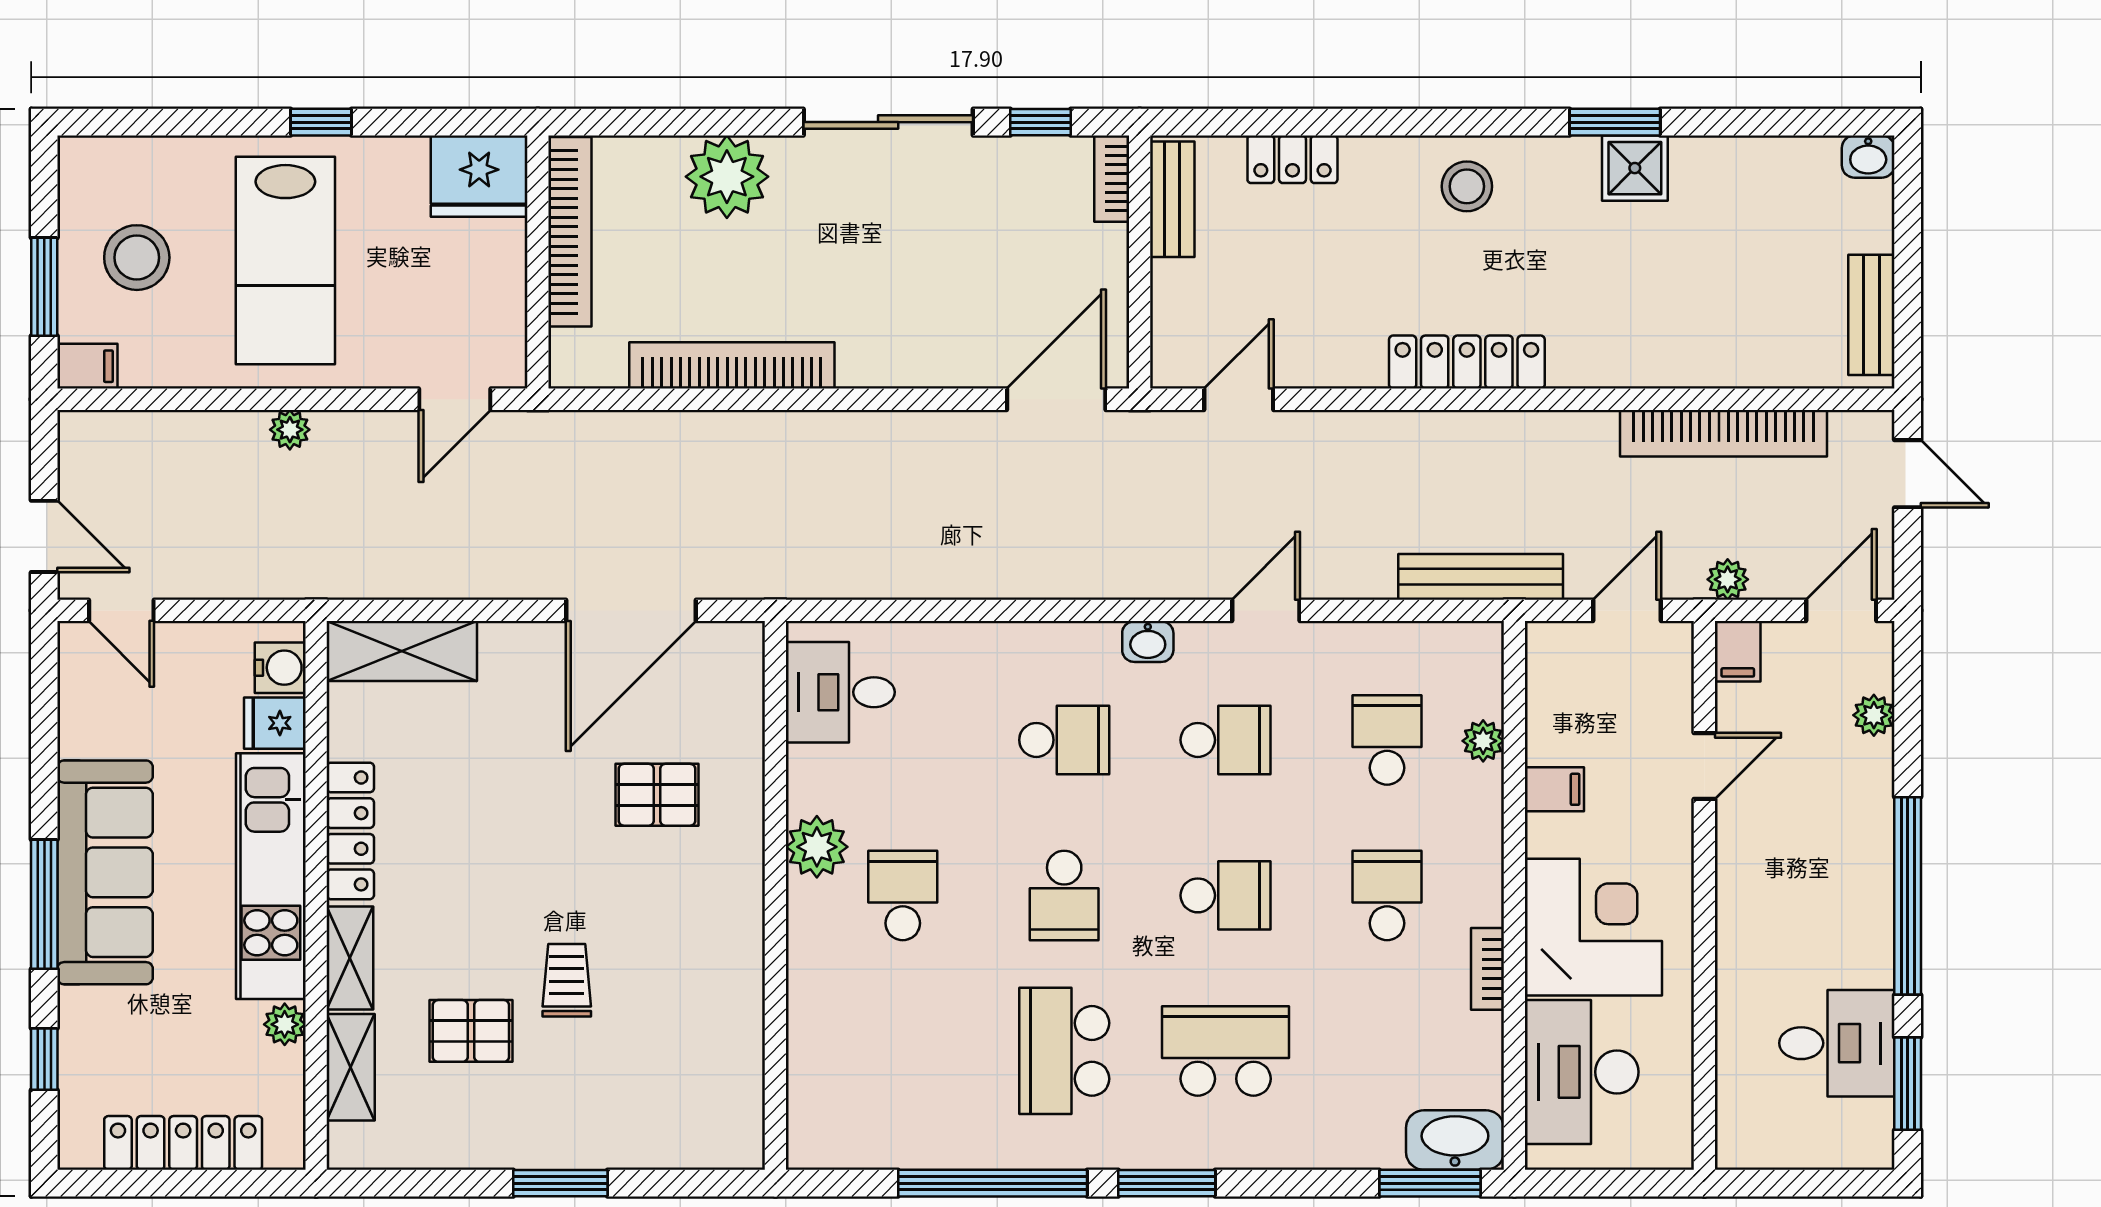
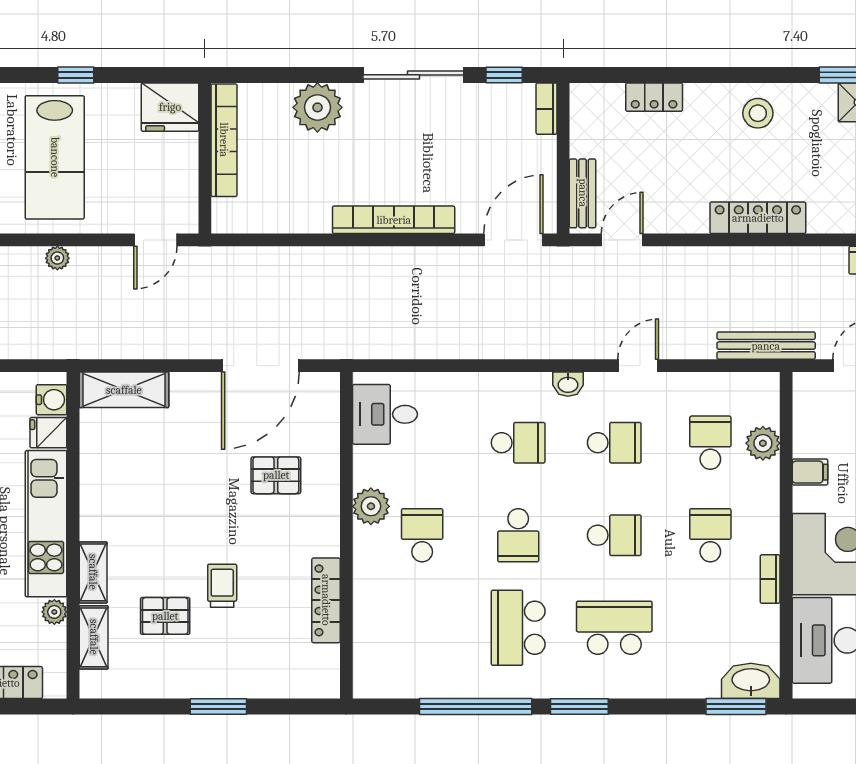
bench: (1172, 199) -> (583, 193), moved
bookcase: (732, 365) -> (394, 220), moved
plant: (1483, 741) -> (763, 443), width x1.38, depth x1.38
locker: (350, 831) -> (326, 600), moved, turned 180

